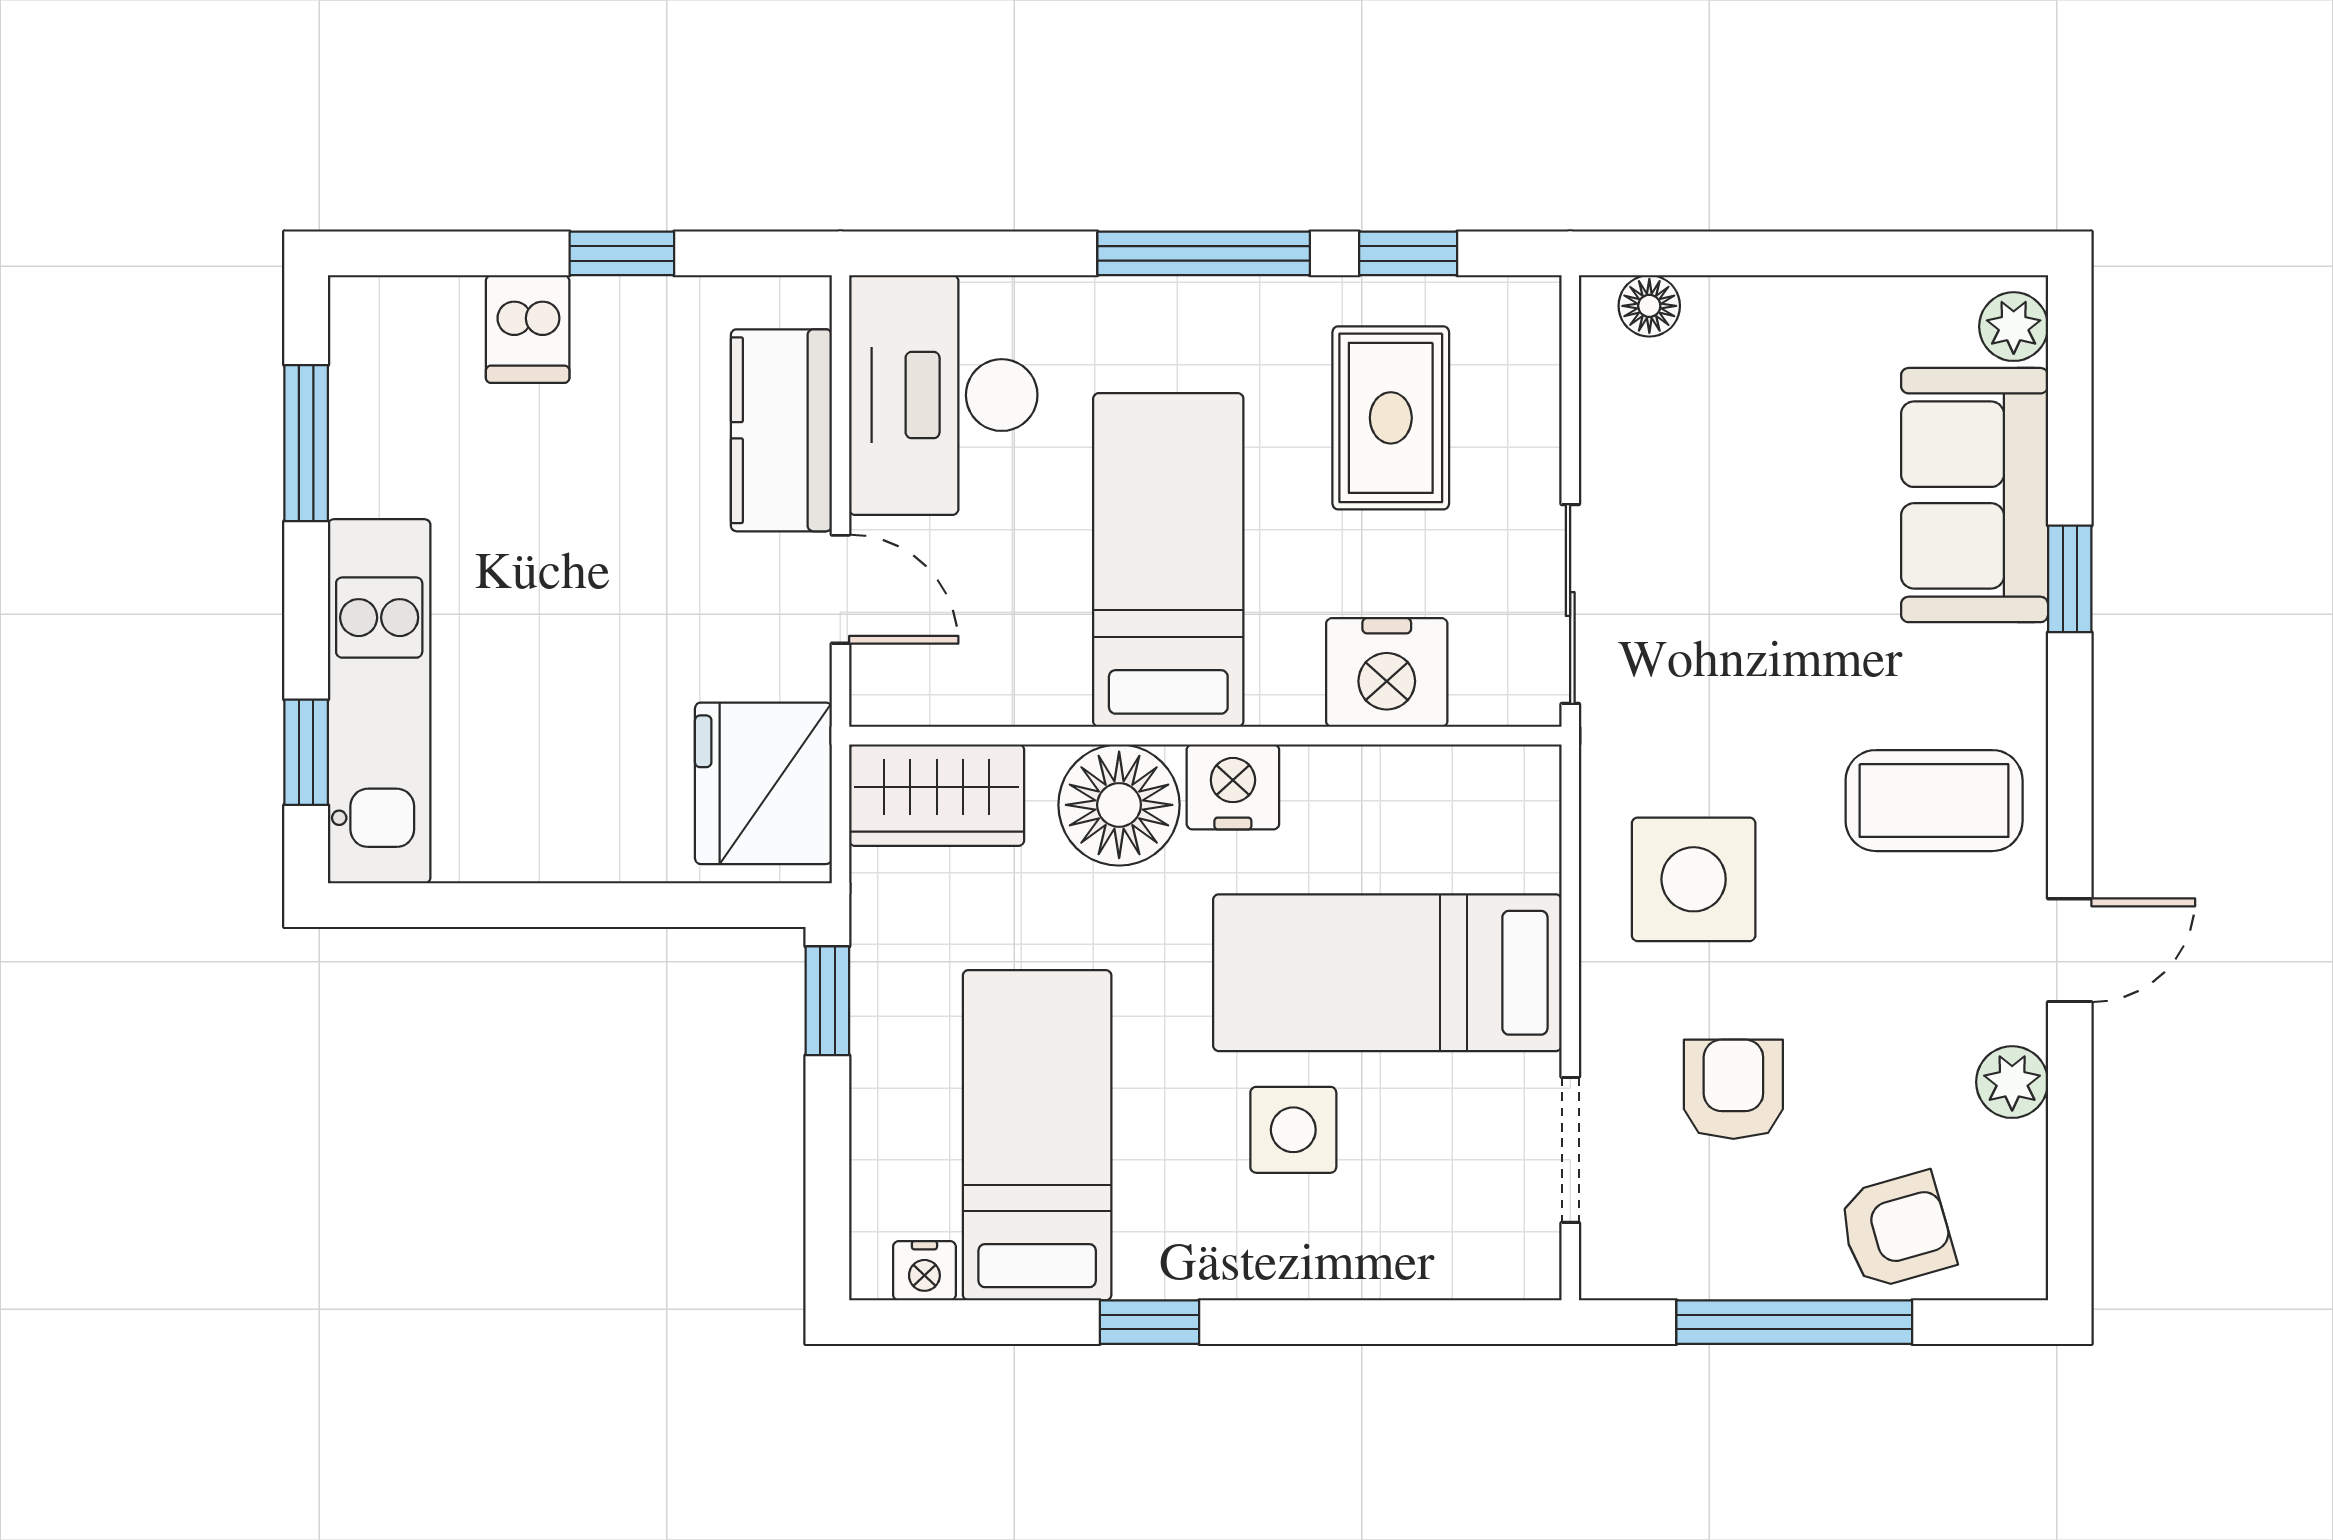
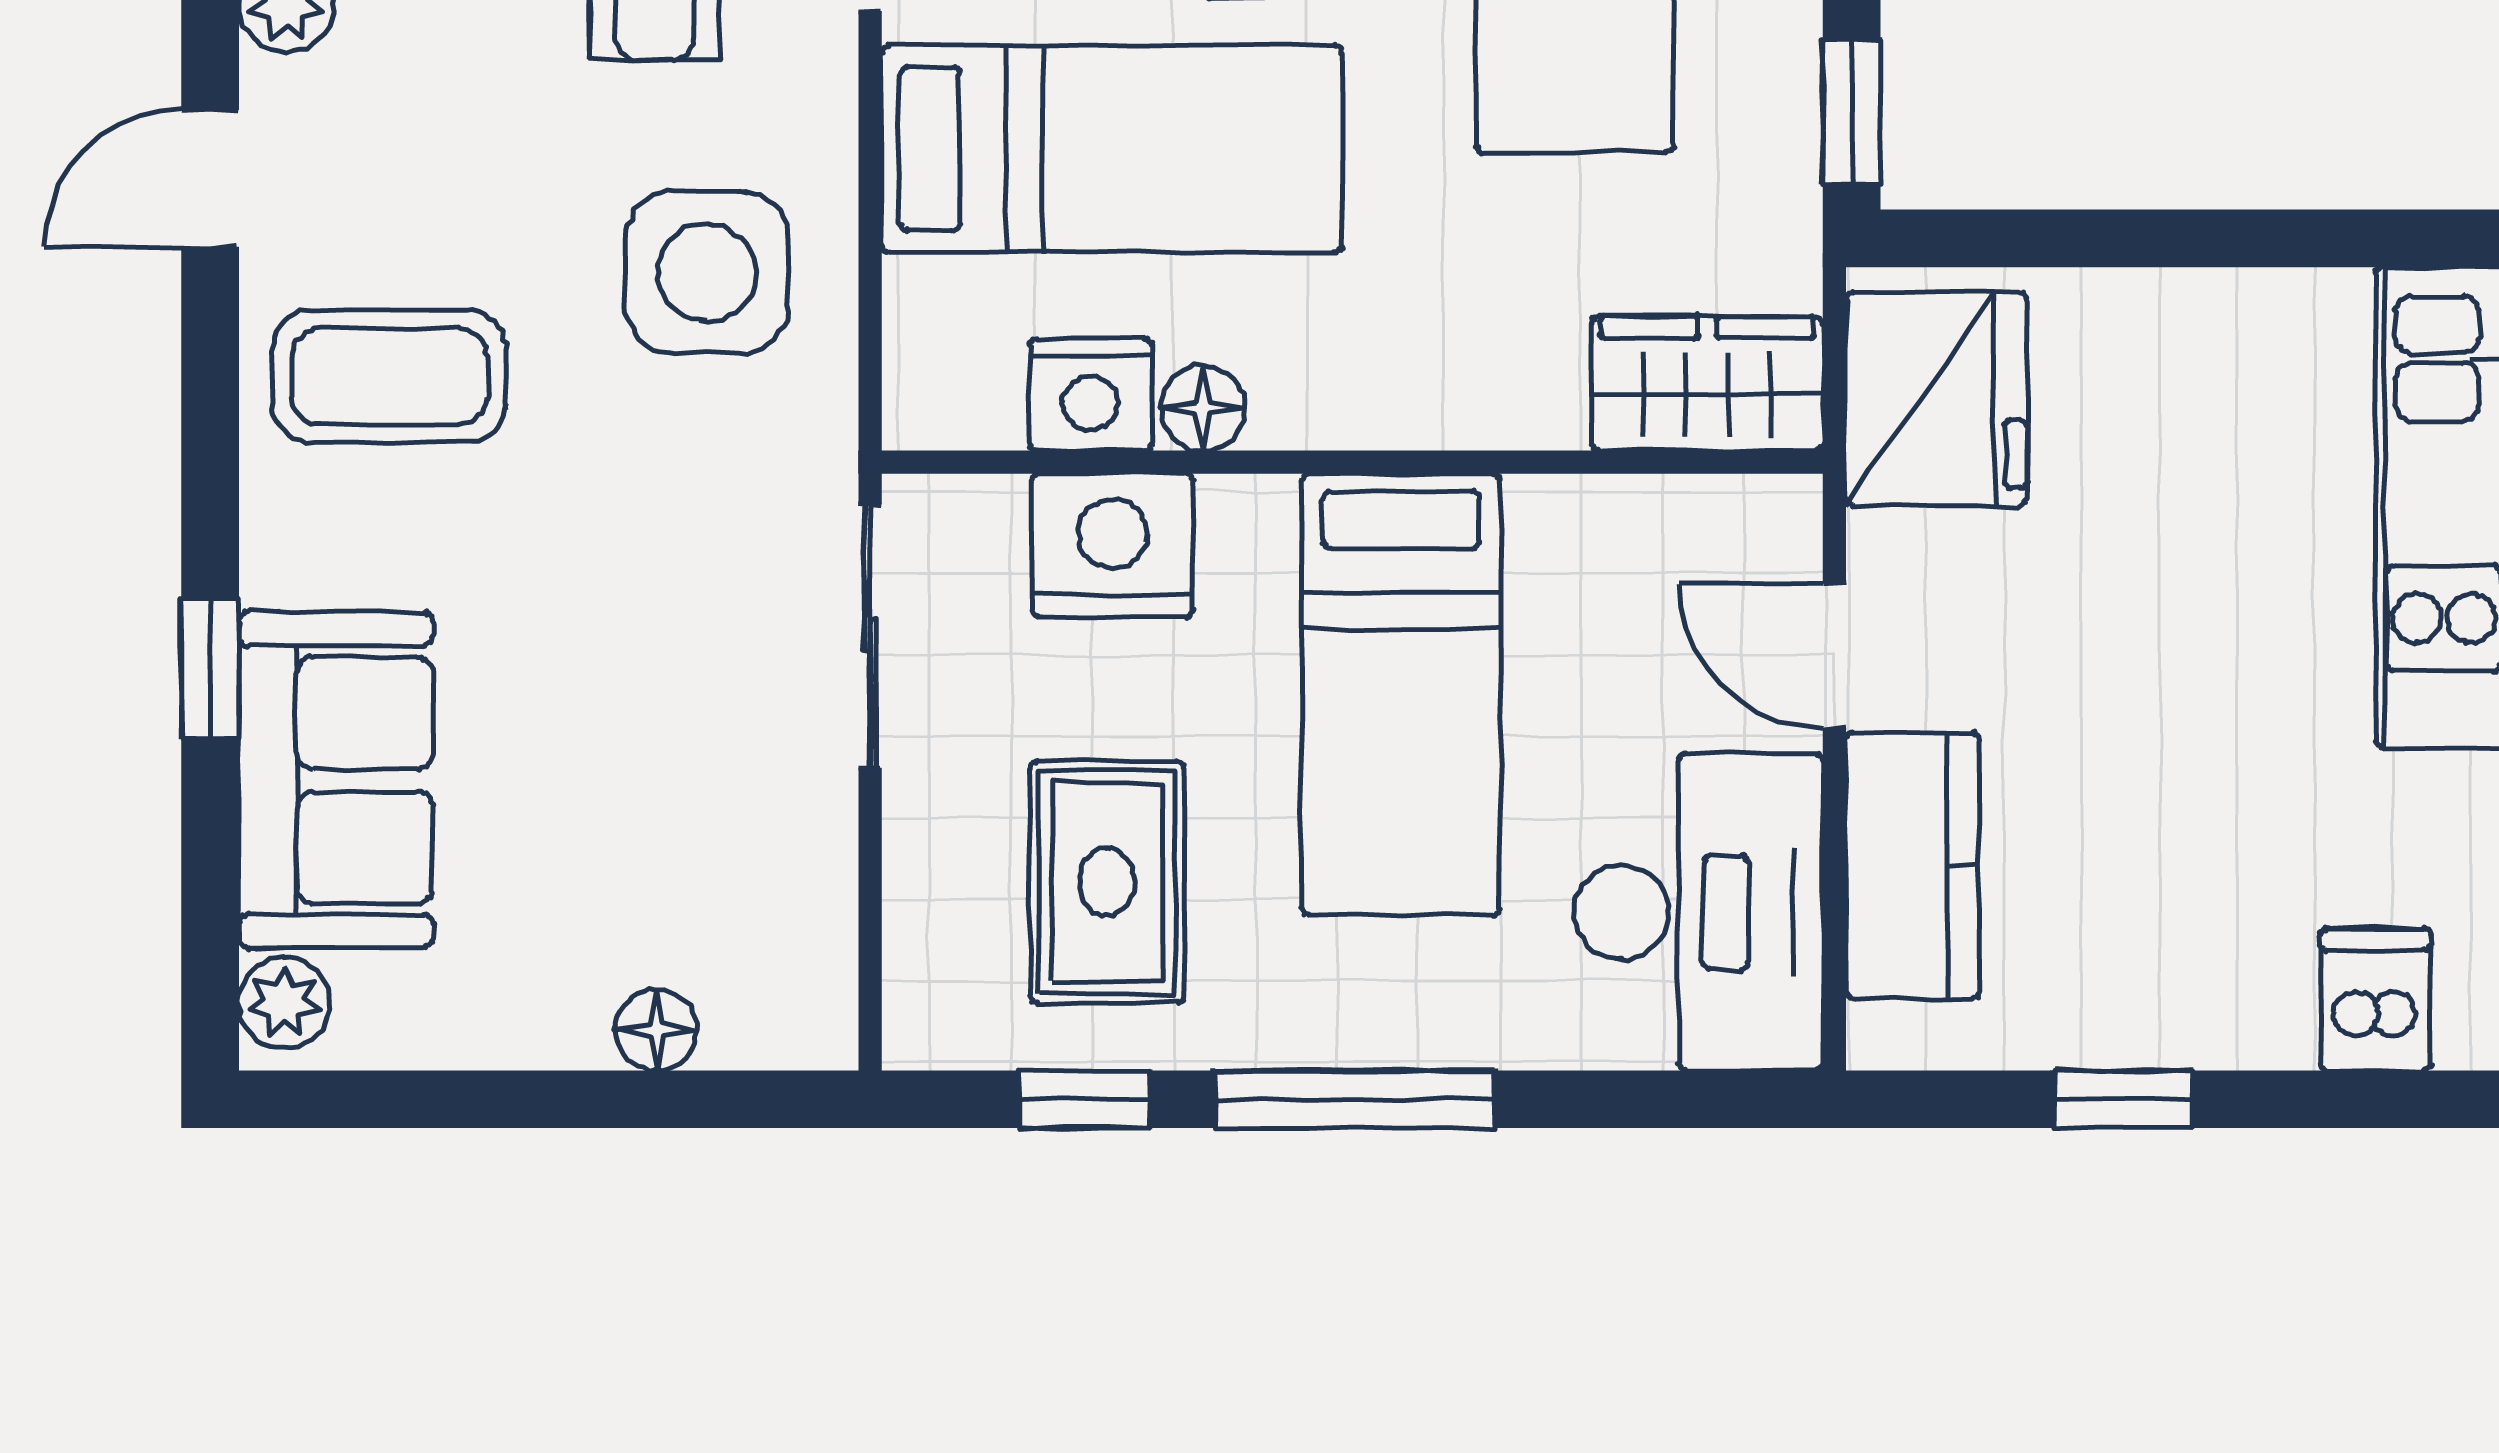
floor lamp: (1649, 306) -> (656, 1030), moved
dishwasher: (528, 329) -> (2376, 999), moved
nightstand: (1233, 787) -> (1090, 394), moved
floor lamp: (1119, 805) -> (1203, 408), moved, width x0.53, depth x0.53

